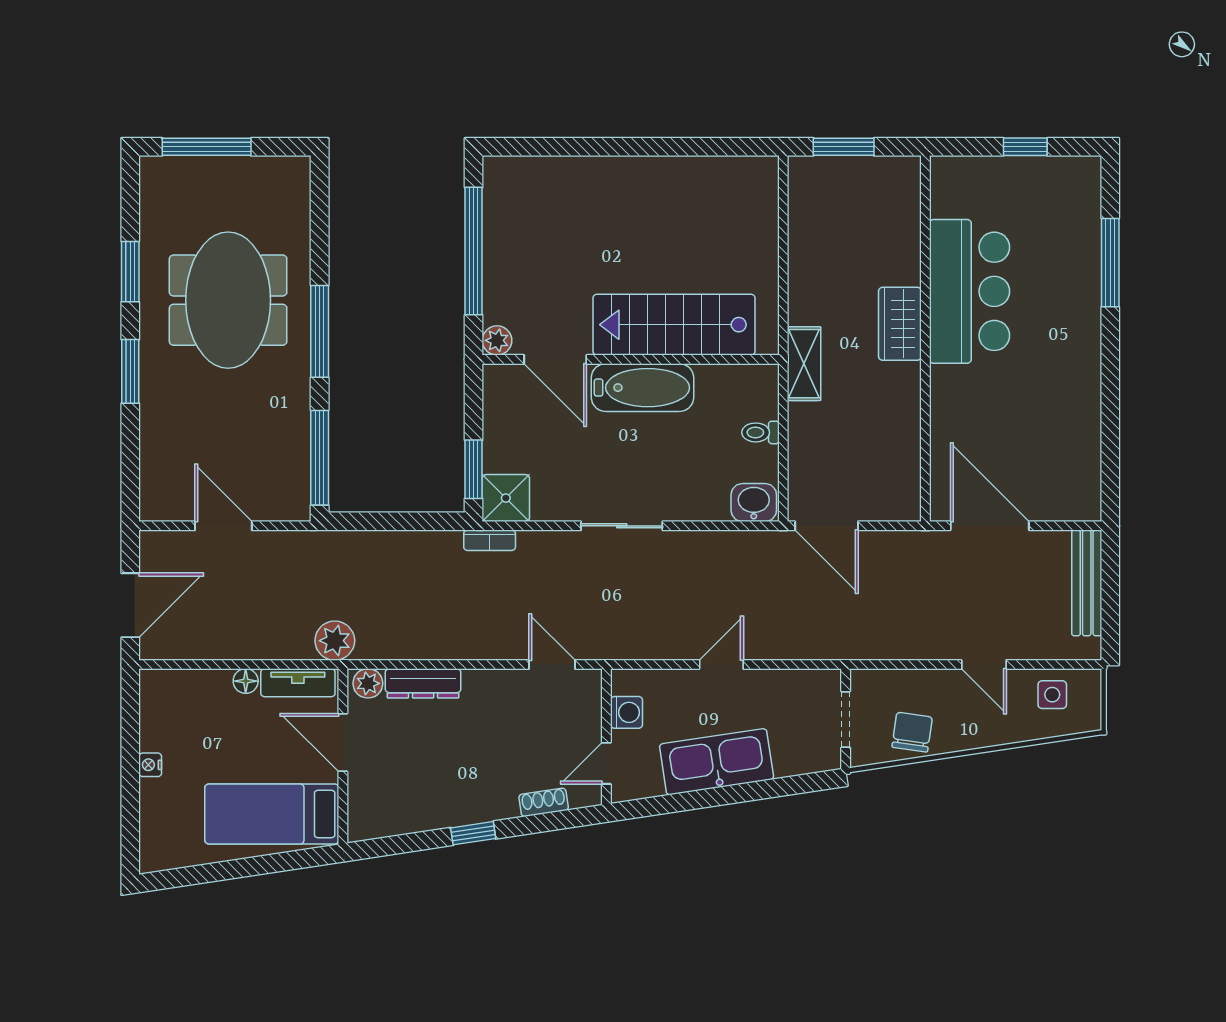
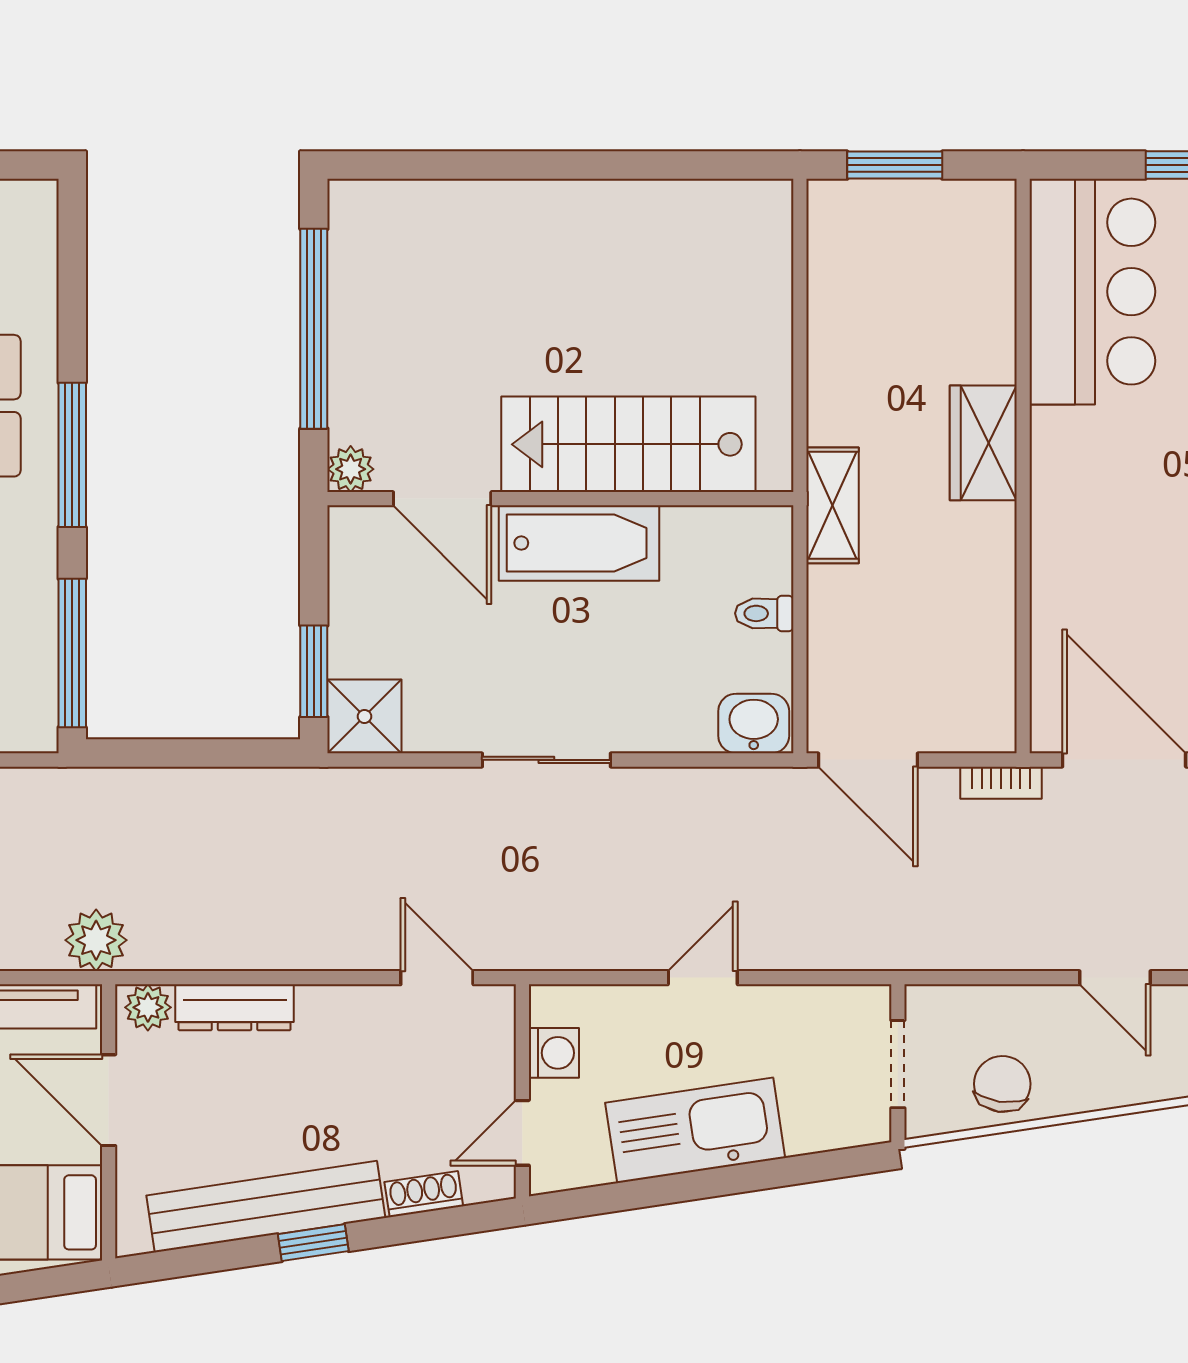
bar counter: (970, 291) -> (1092, 292), moved
bookcase: (490, 540) -> (1001, 783), moved
bench: (443, 810) -> (266, 1207), added

